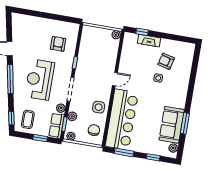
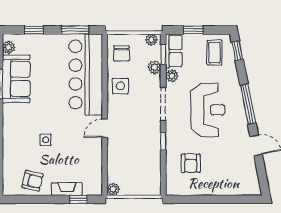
armchair: (166, 61) -> (33, 181), moved

